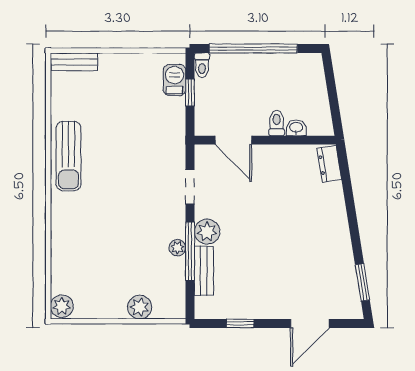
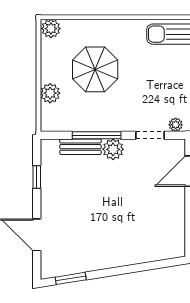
dresser: (329, 164) -> (169, 251), removed
plant: (177, 248) -> (176, 125), moved
parasol: (111, 253) -> (95, 69), added

